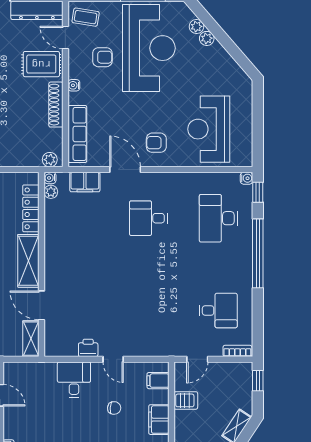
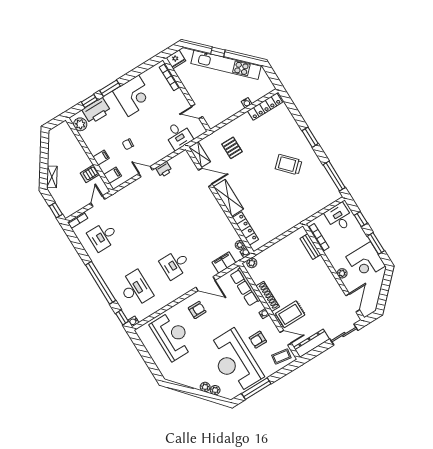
desk: (148, 218) -> (175, 264), turned 180
desk: (74, 380) -> (178, 135), moved
filing cabinet: (159, 420) -> (101, 158), width x0.50

